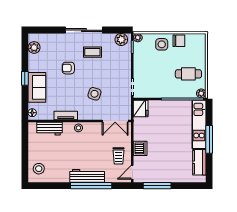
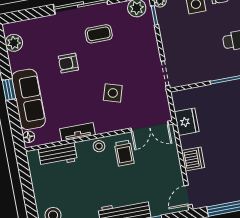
sofa: (37, 87) -> (29, 99), width x1.36
fridge: (141, 109) -> (187, 122), moved
trolley: (118, 156) -> (124, 153), moved

